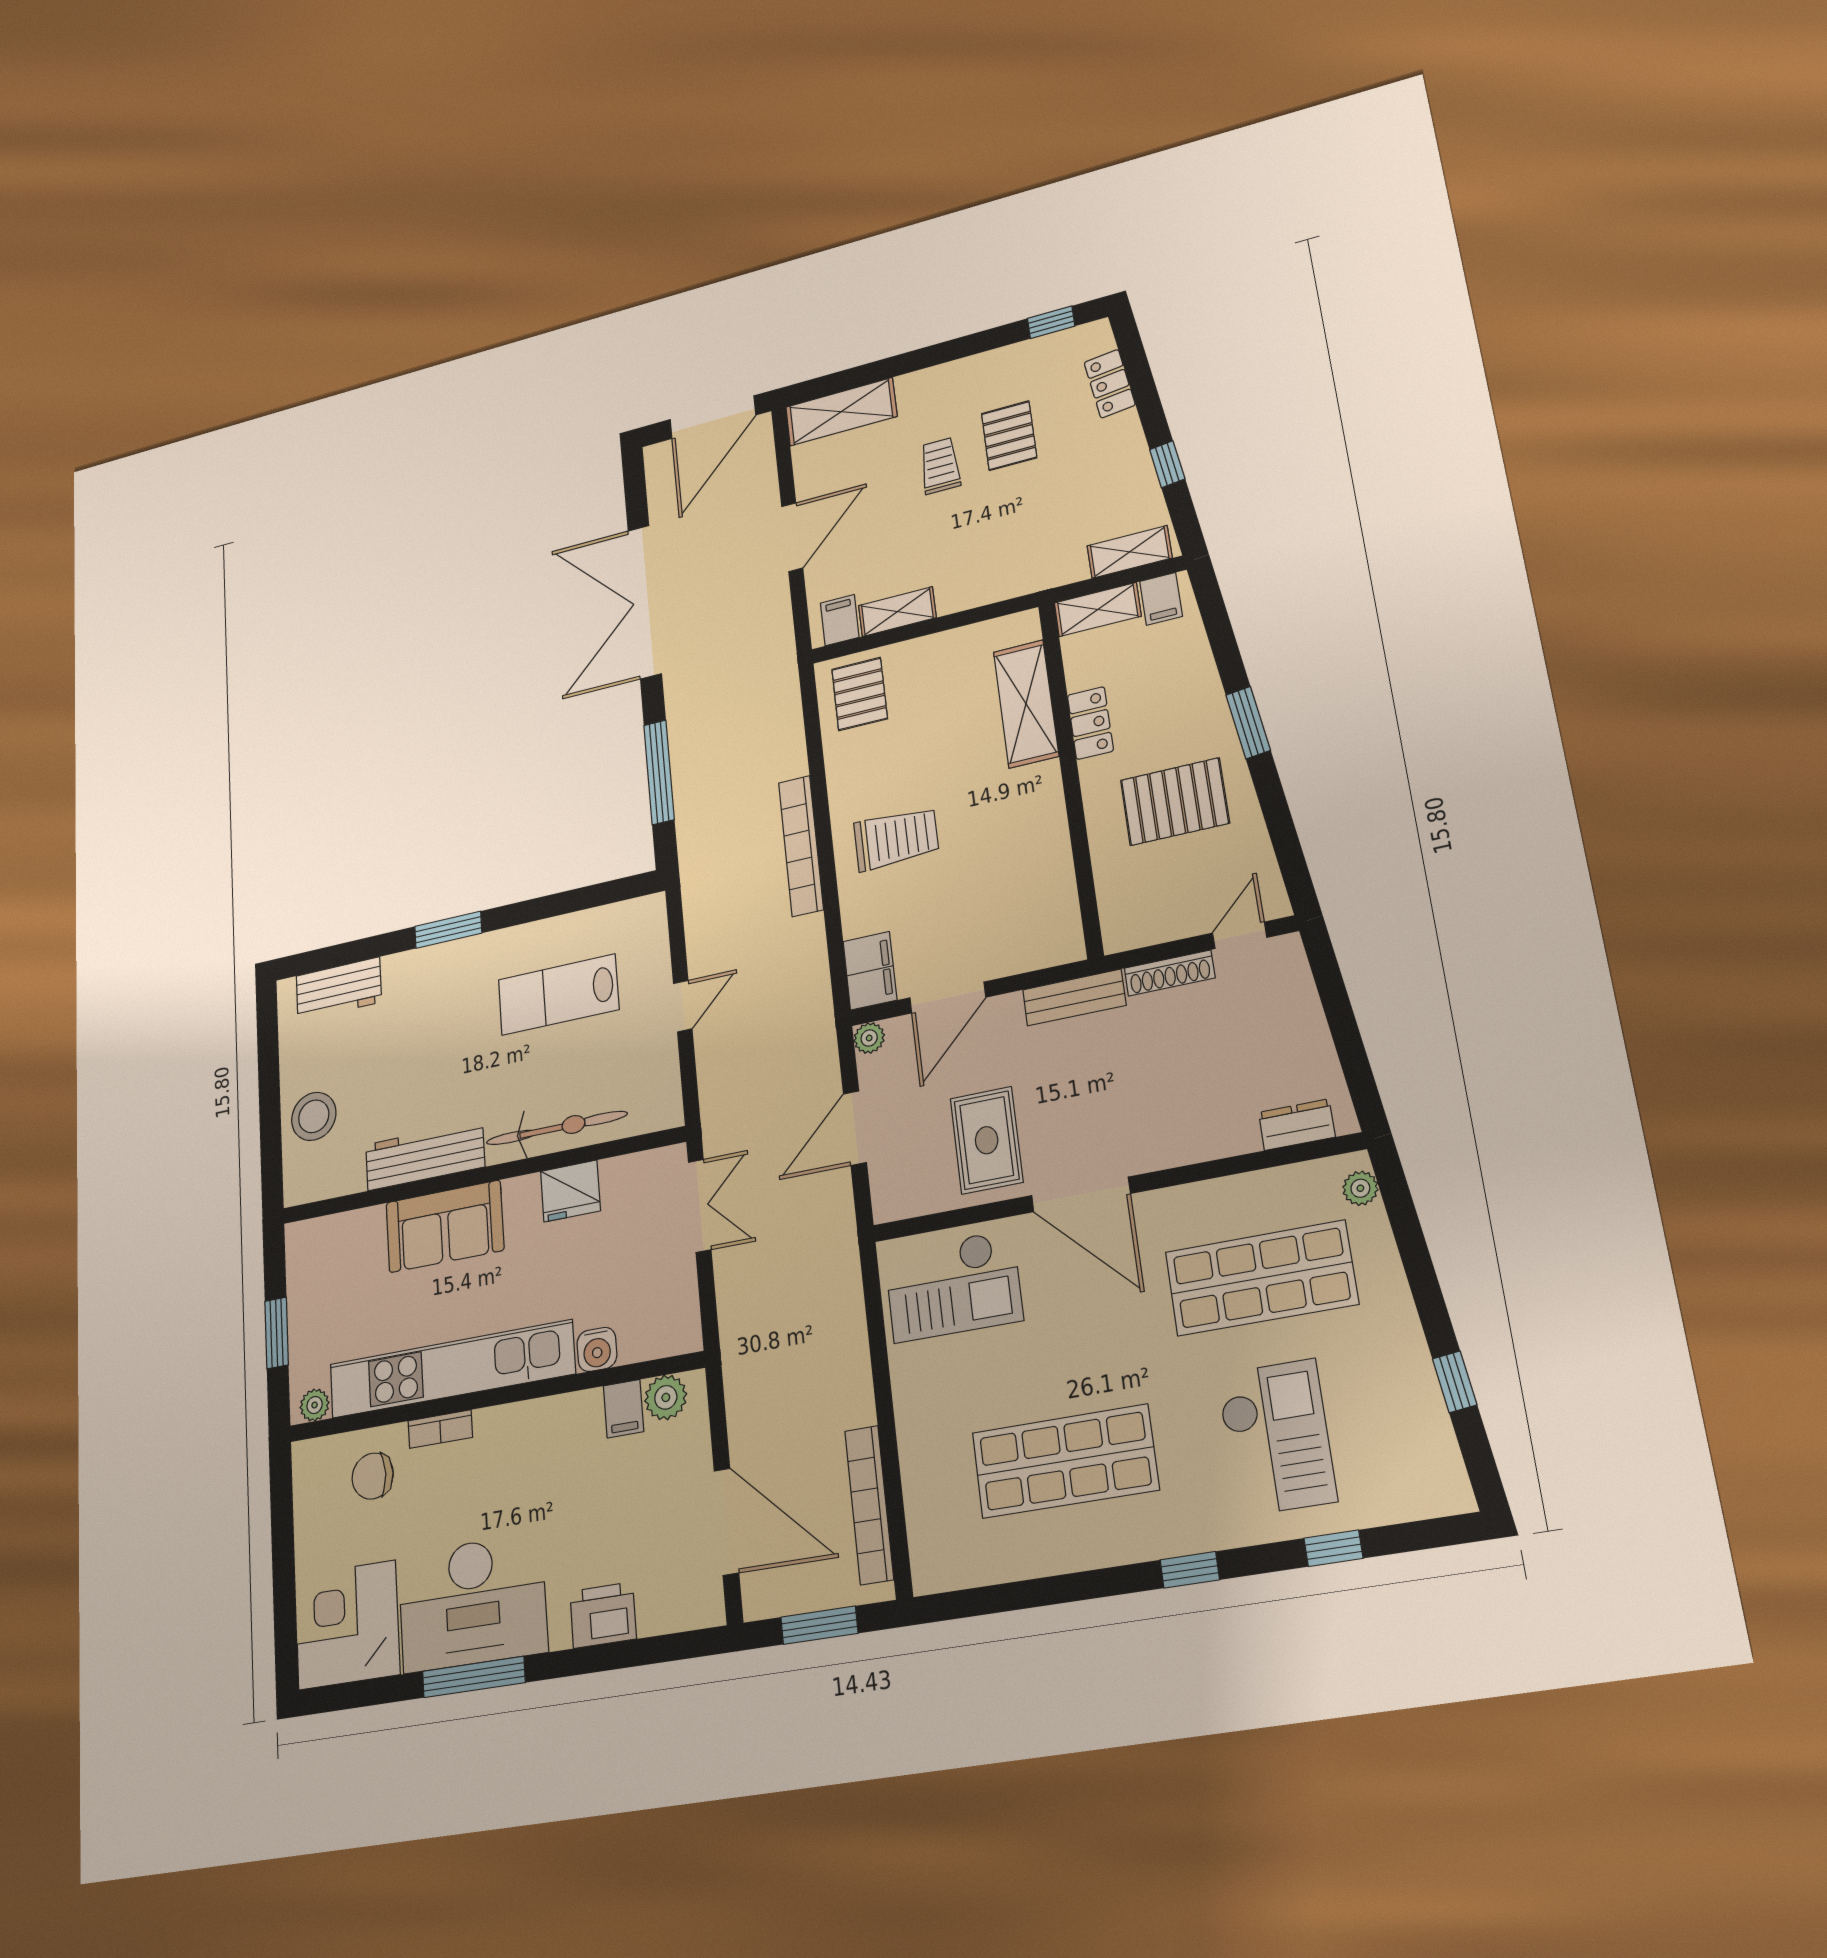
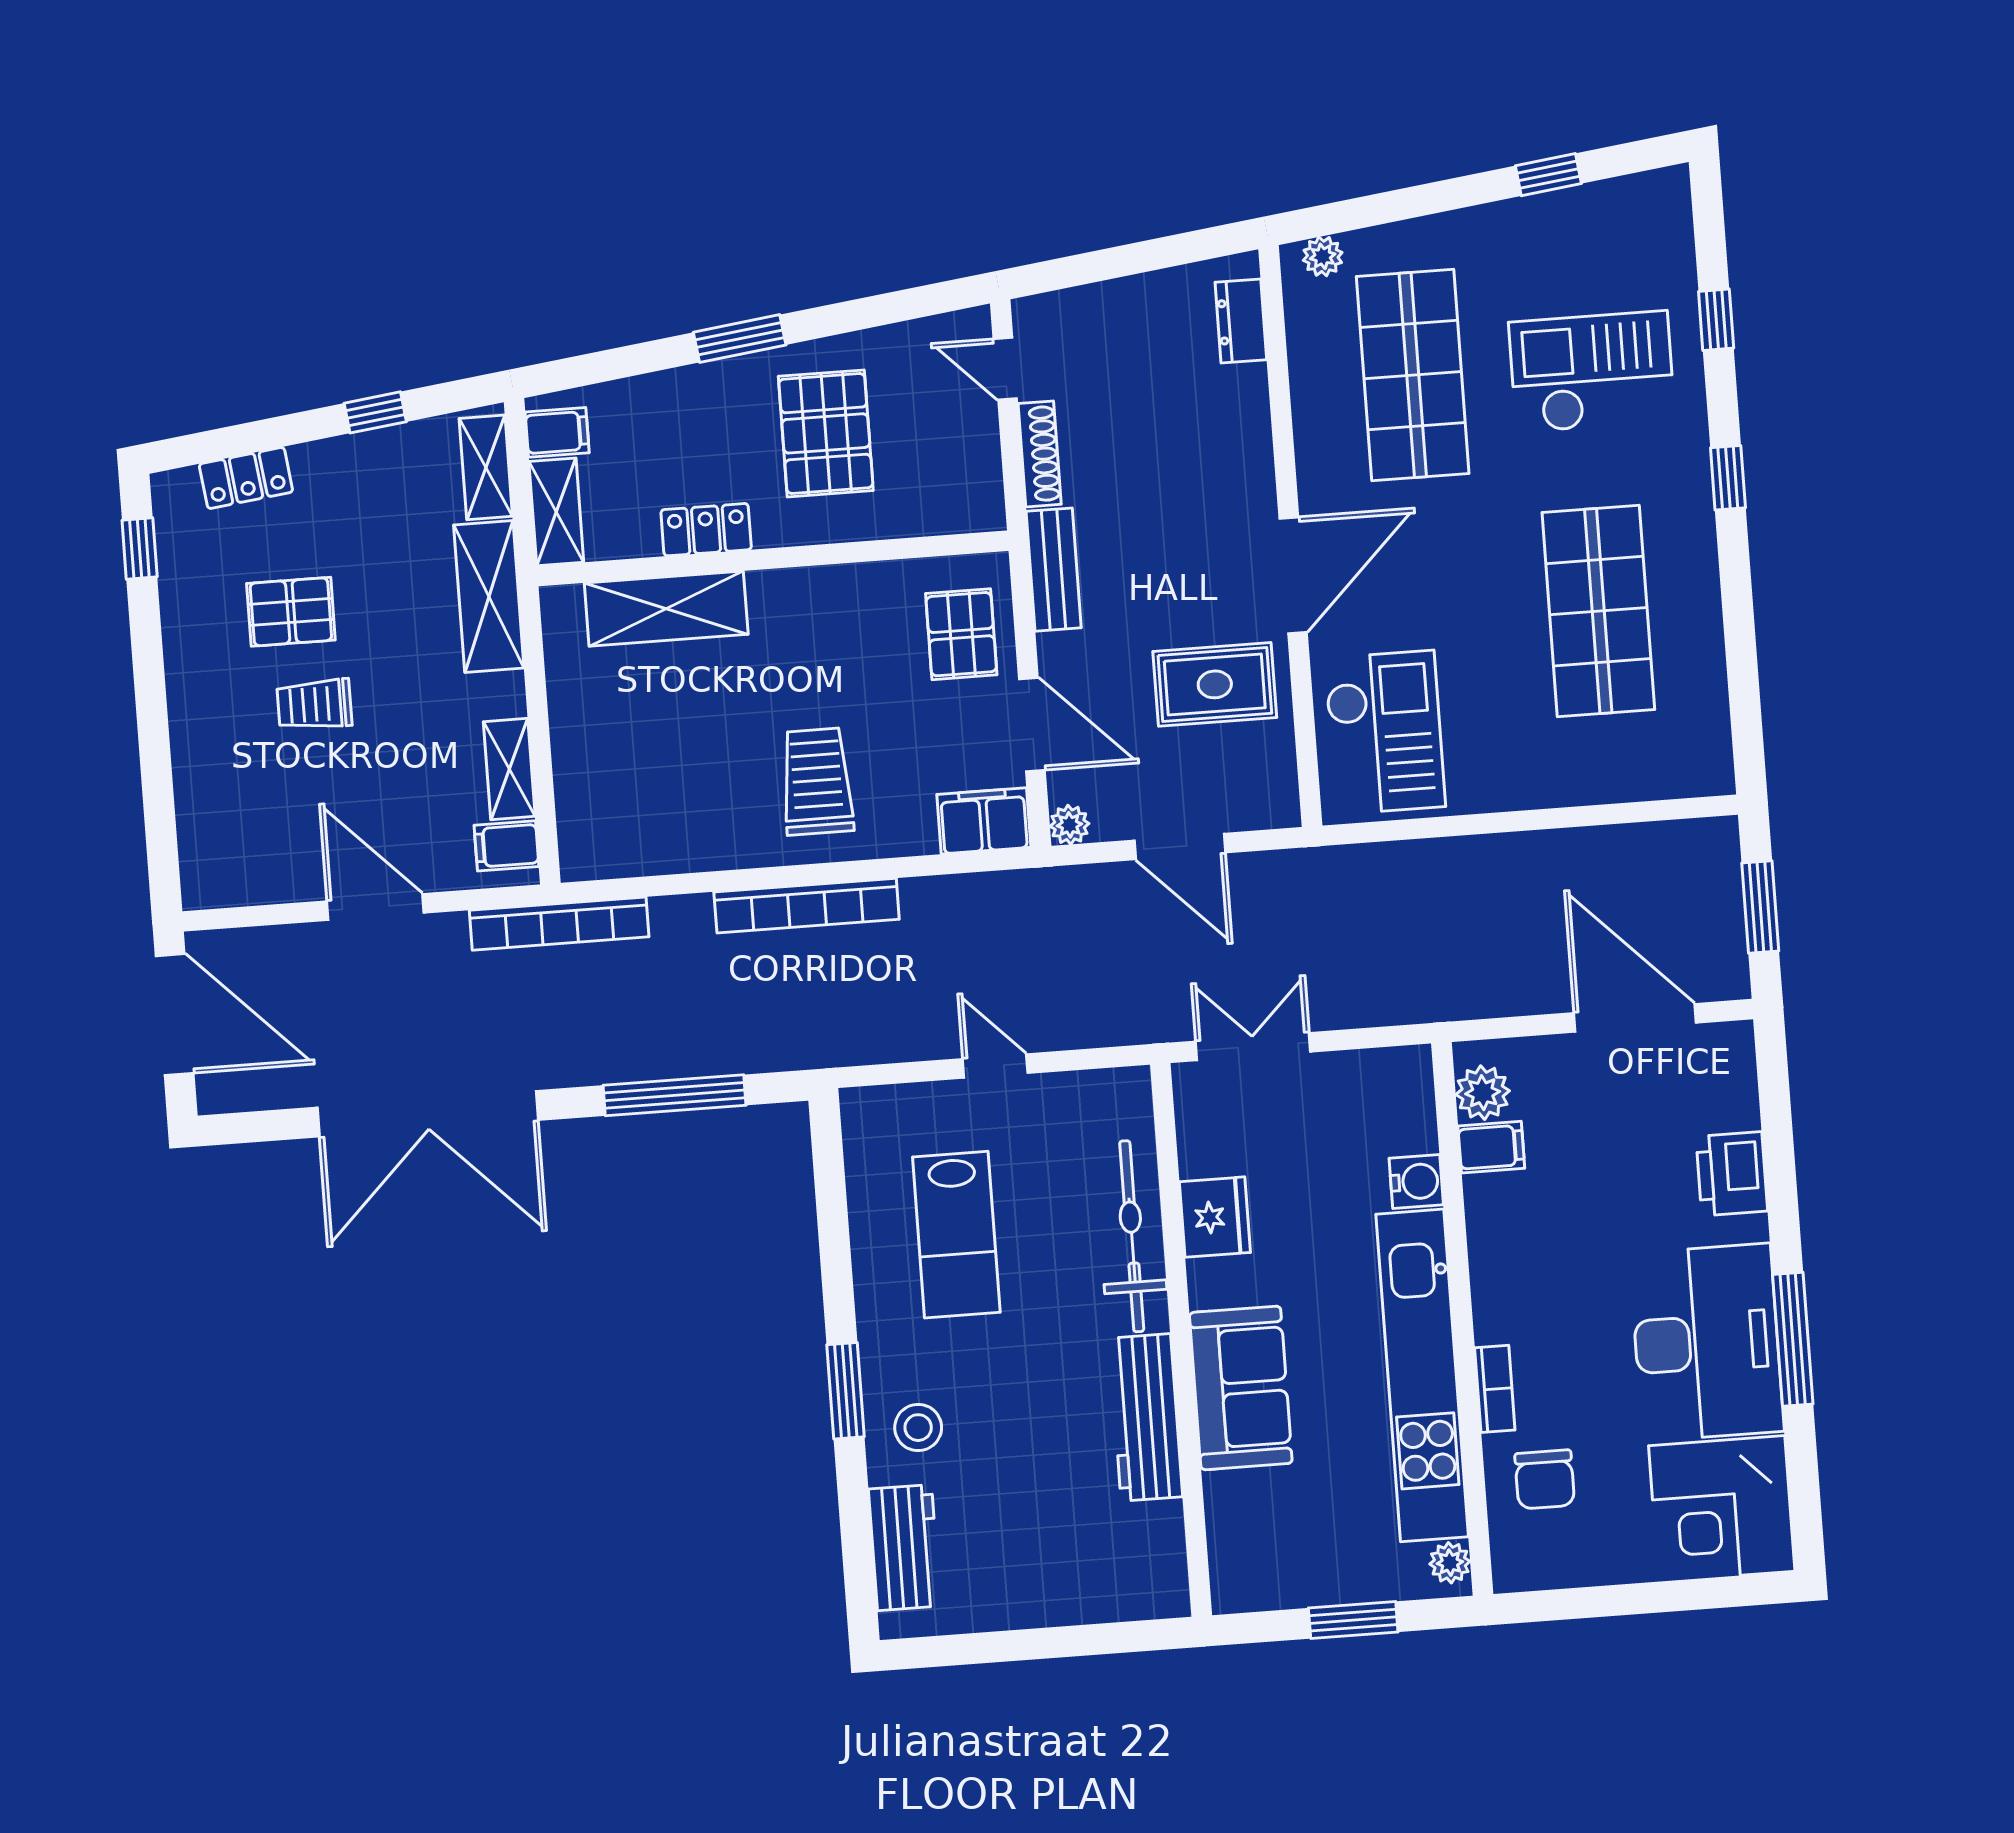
shelving: (841, 412) -> (489, 597), moved
pallet: (860, 694) -> (961, 634), moved, turned 90
stool: (314, 1116) -> (918, 1428), moved, width x0.73, depth x0.73
bookcase: (869, 1505) -> (559, 924), moved
door: (726, 1522) -> (1635, 1018), hinge flipped

